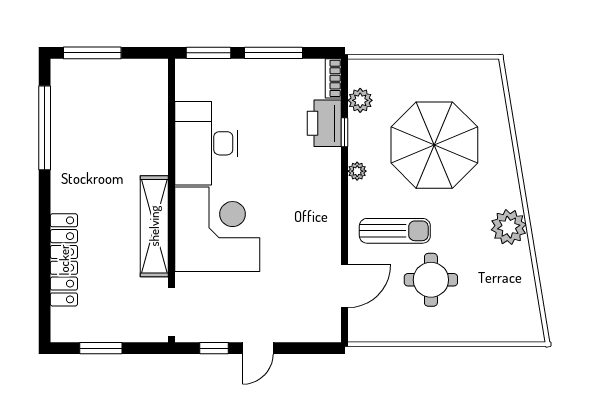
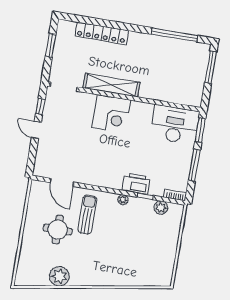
printer: (324, 123) -> (136, 184), moved
desk: (206, 143) -> (175, 125), moved
parasol: (434, 145) -> (130, 244), removed
plant: (509, 227) -> (59, 276), moved
corner desk: (217, 229) -> (111, 114), width x0.74, depth x0.74
sun lounger: (395, 231) -> (87, 214), turned 180

